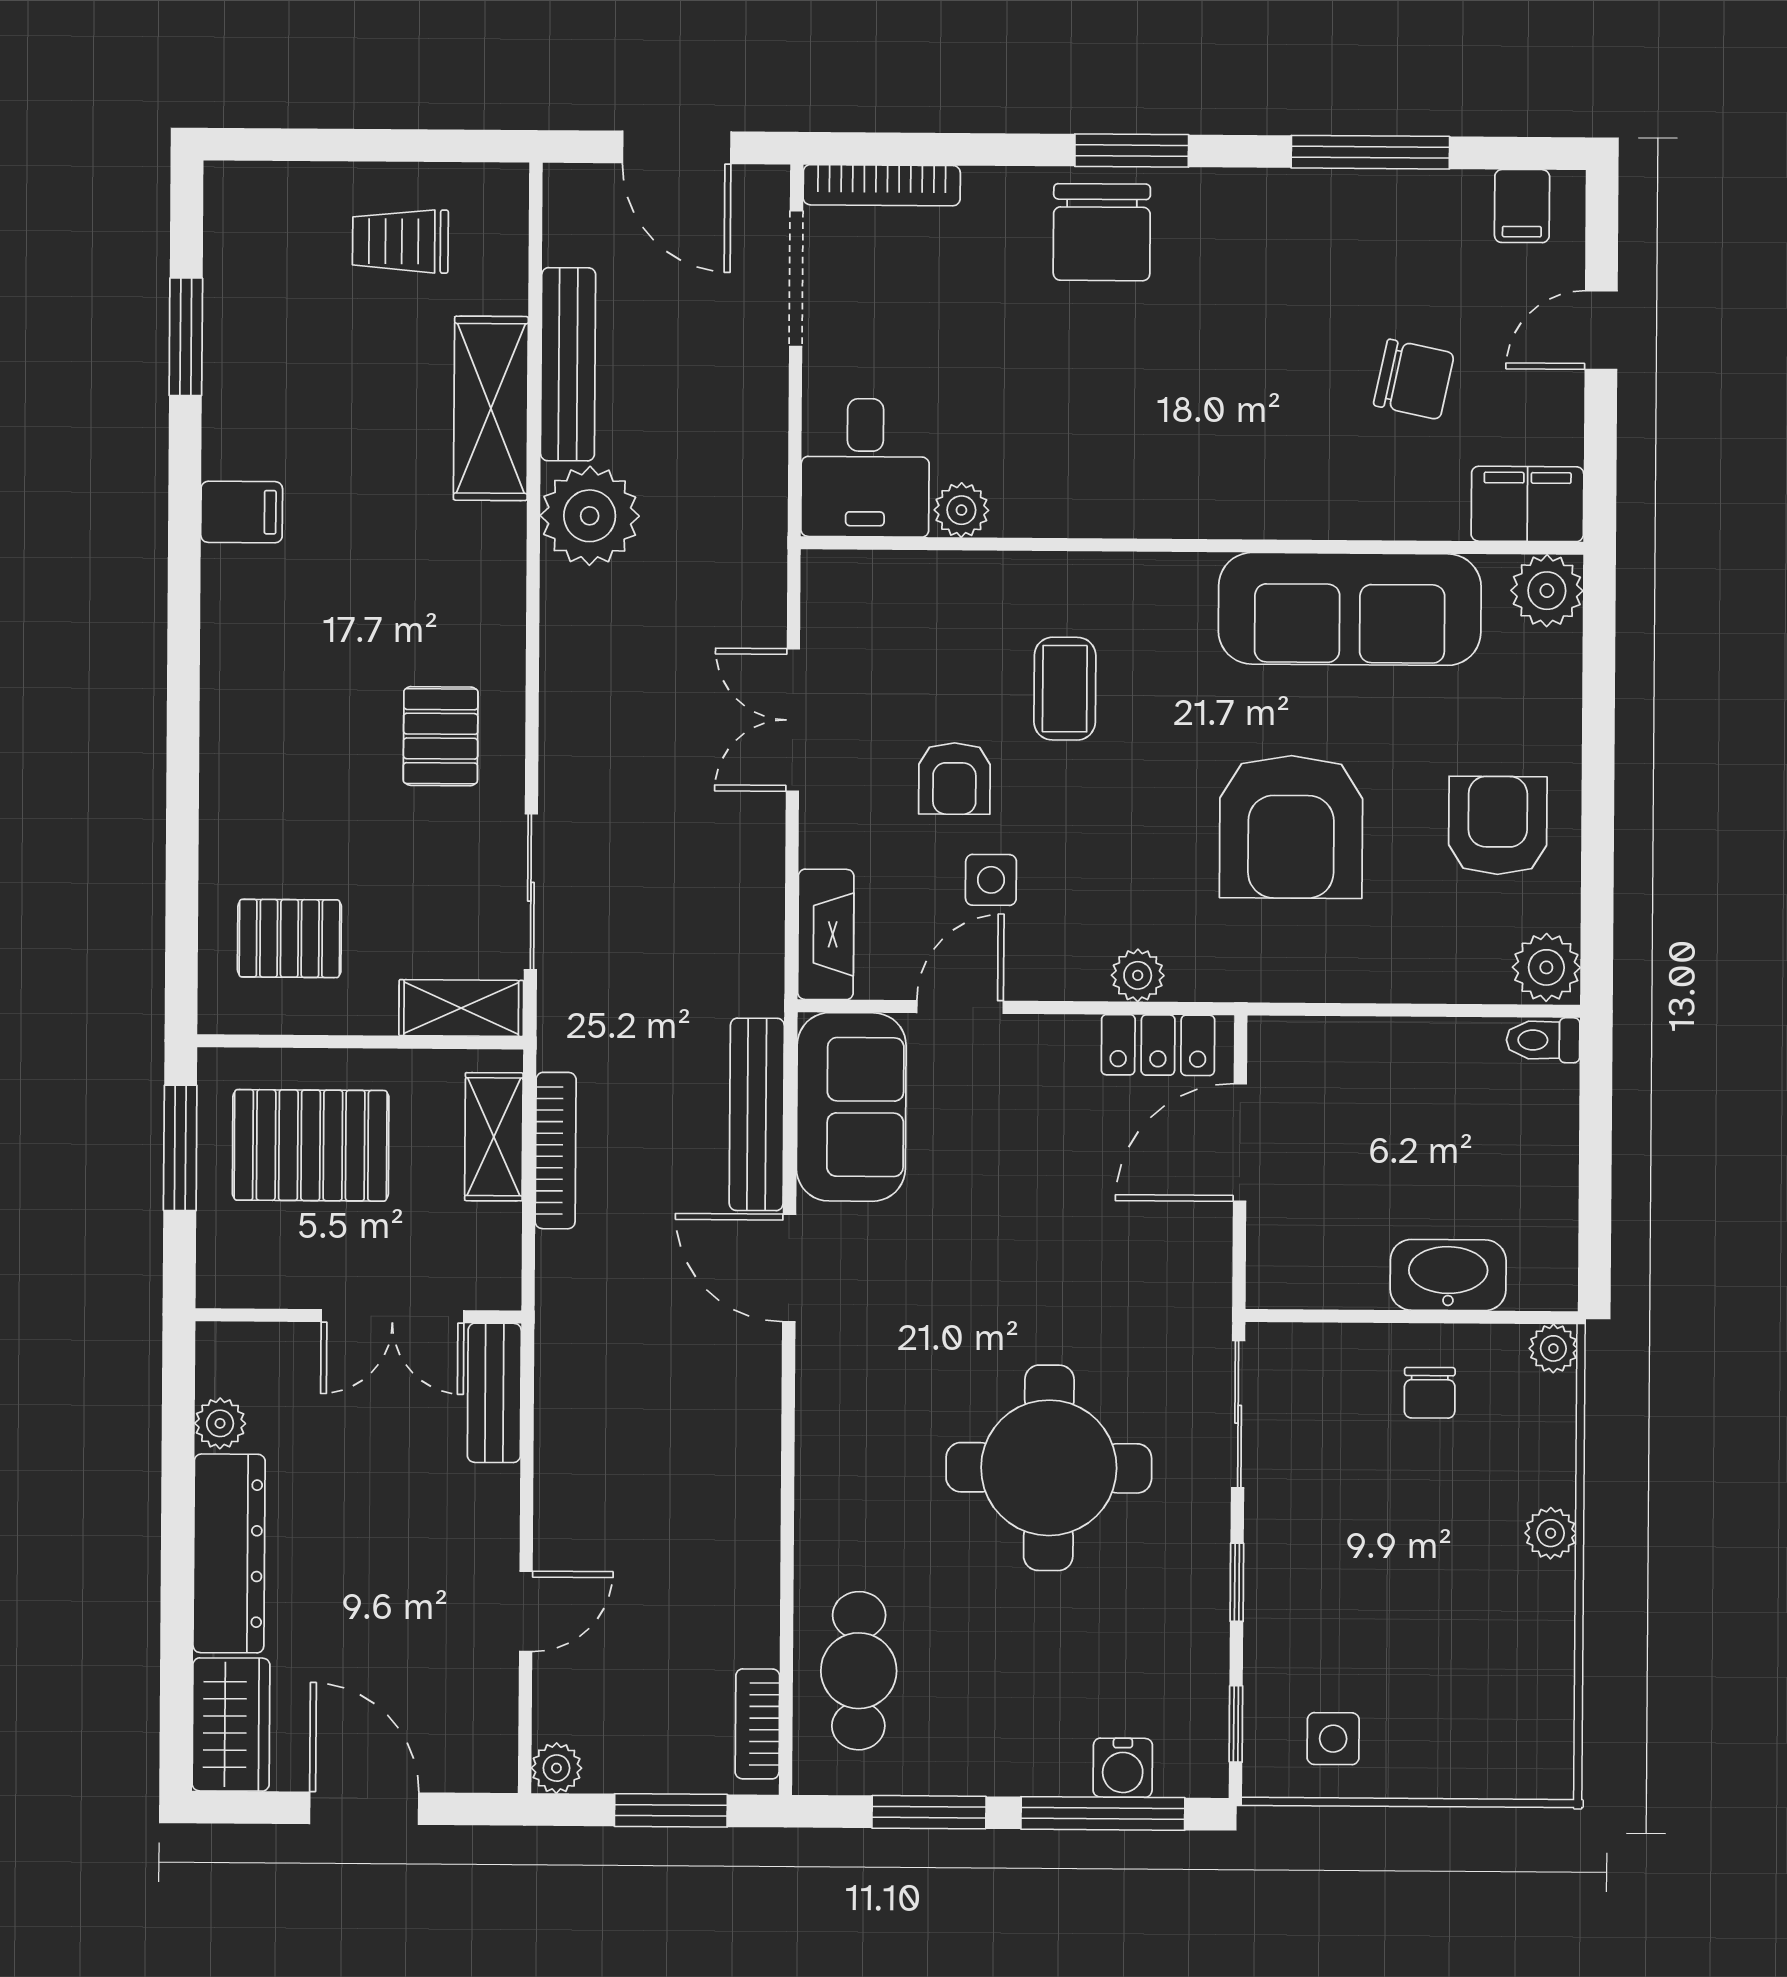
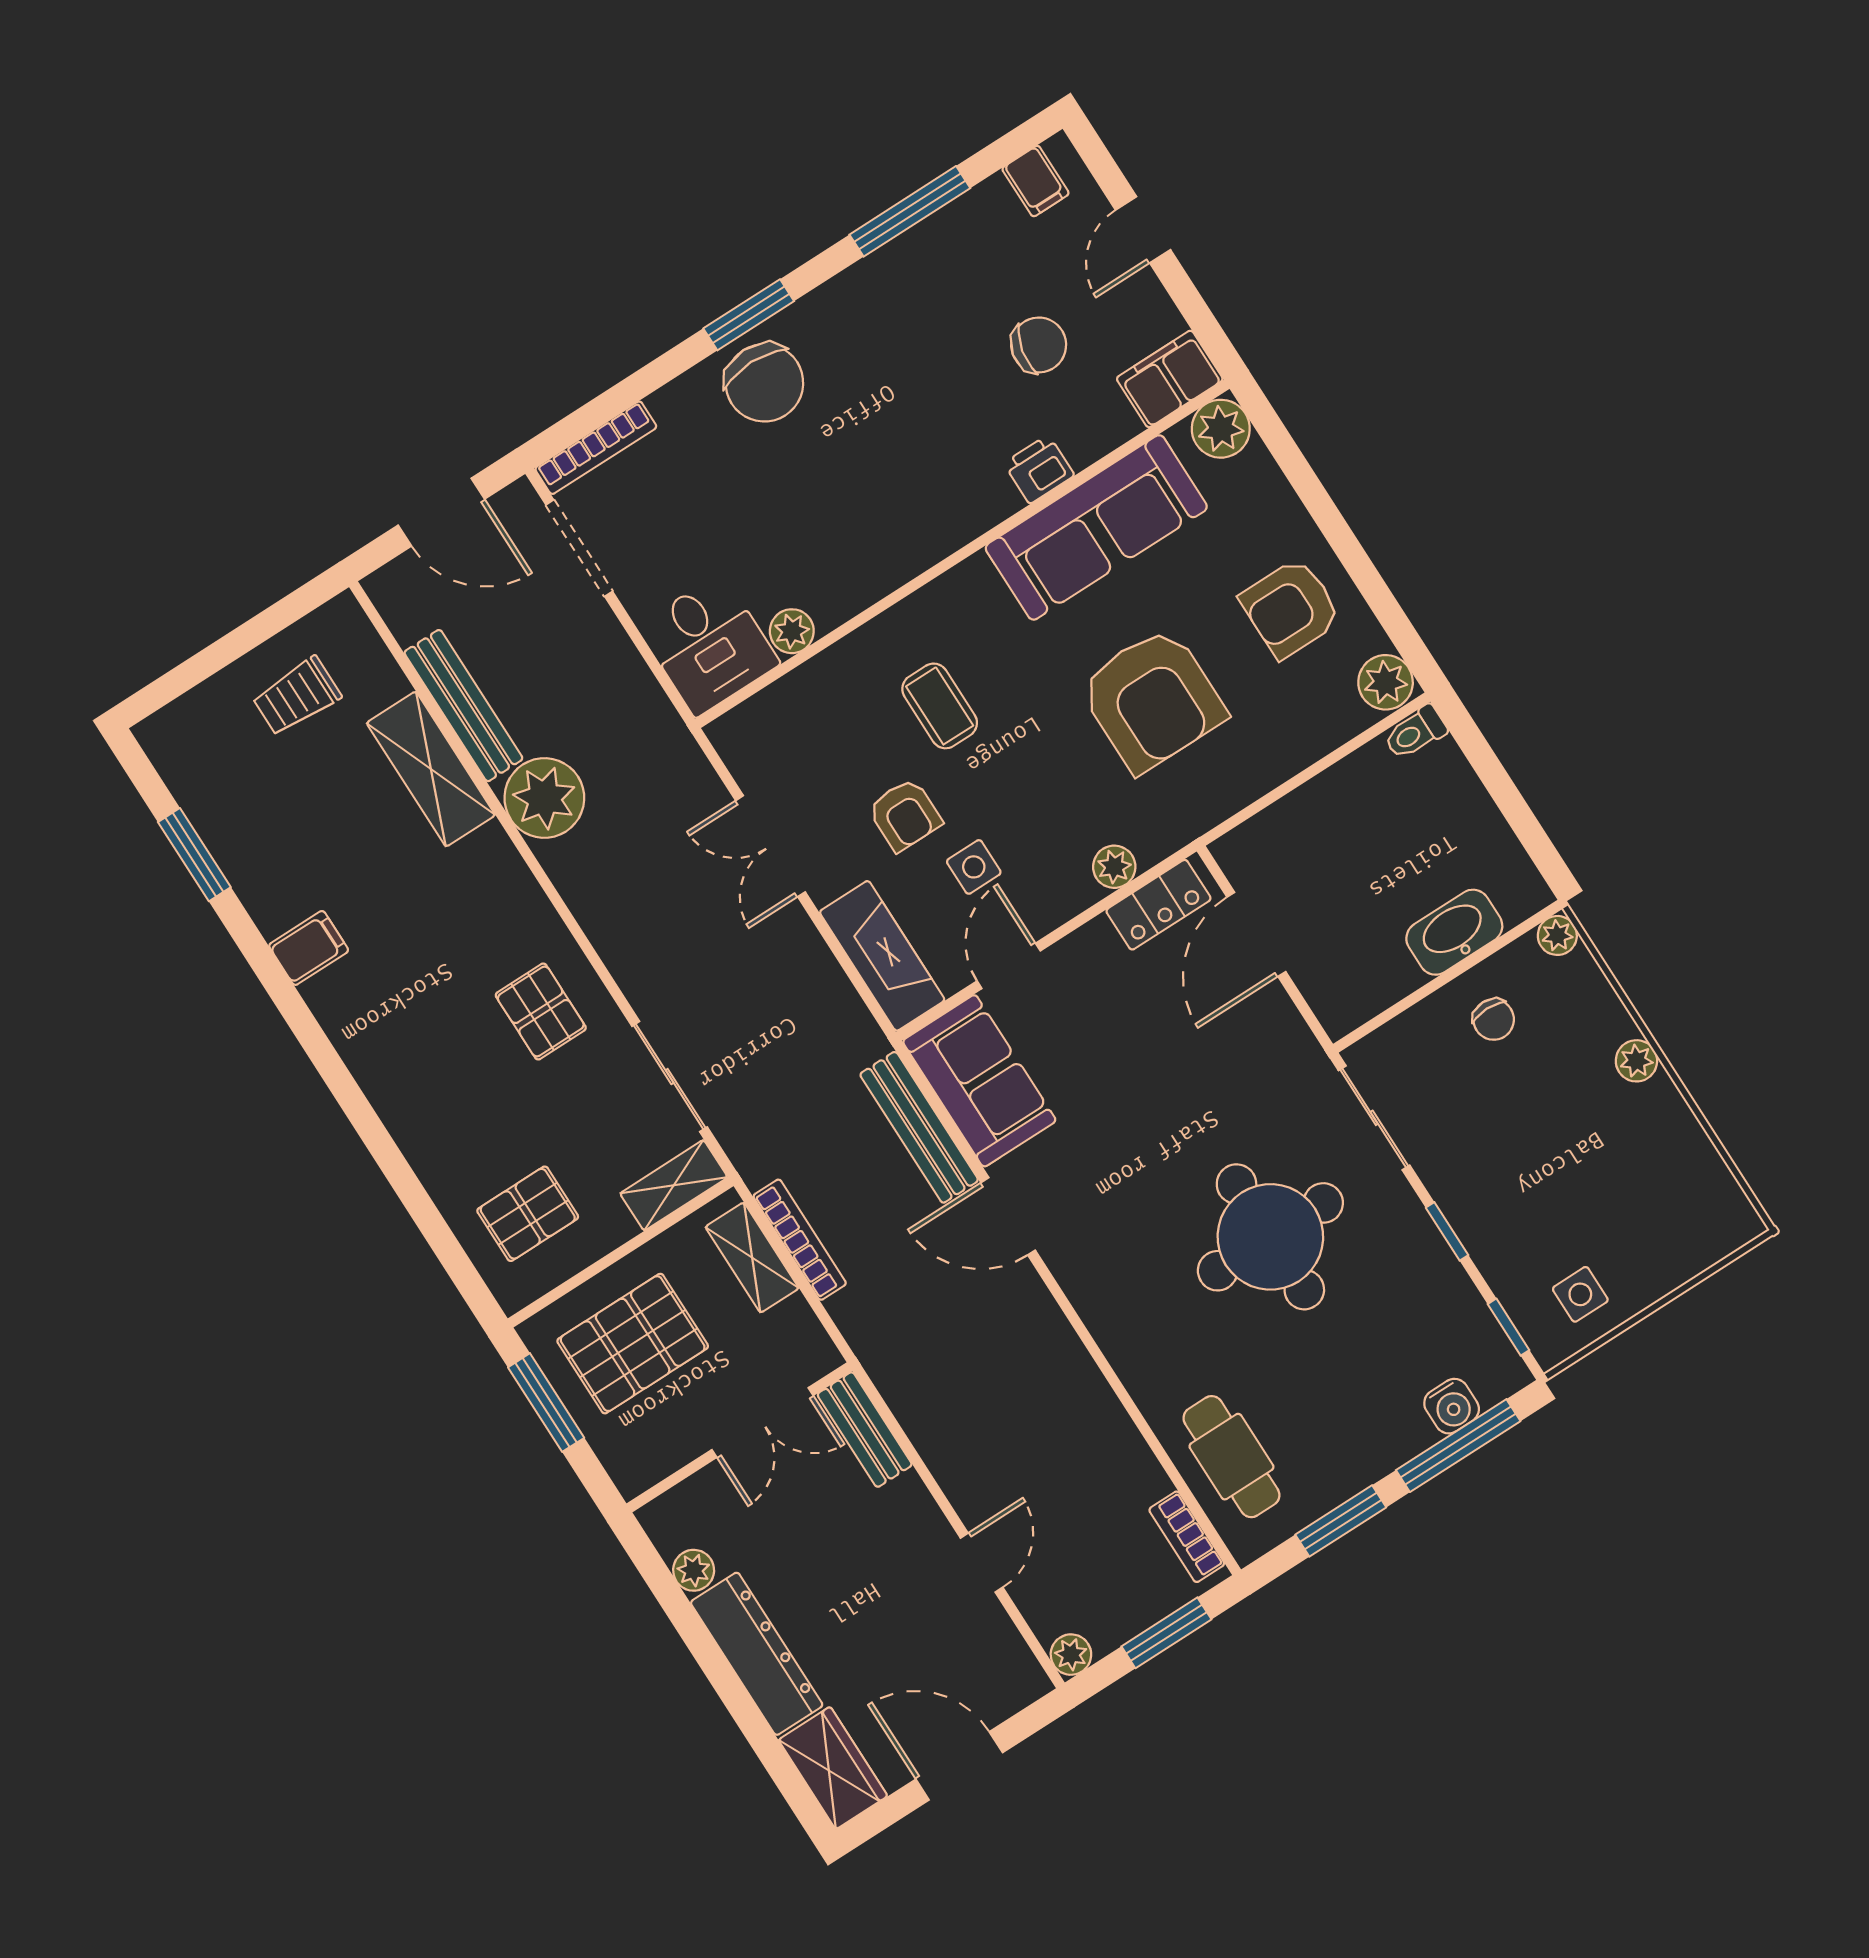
printer: (1330, 509) -> (1039, 469), added
armchair: (1498, 825) -> (1291, 608), turned -90
fireplace: (826, 934) -> (882, 956), width x1.37, depth x1.32

